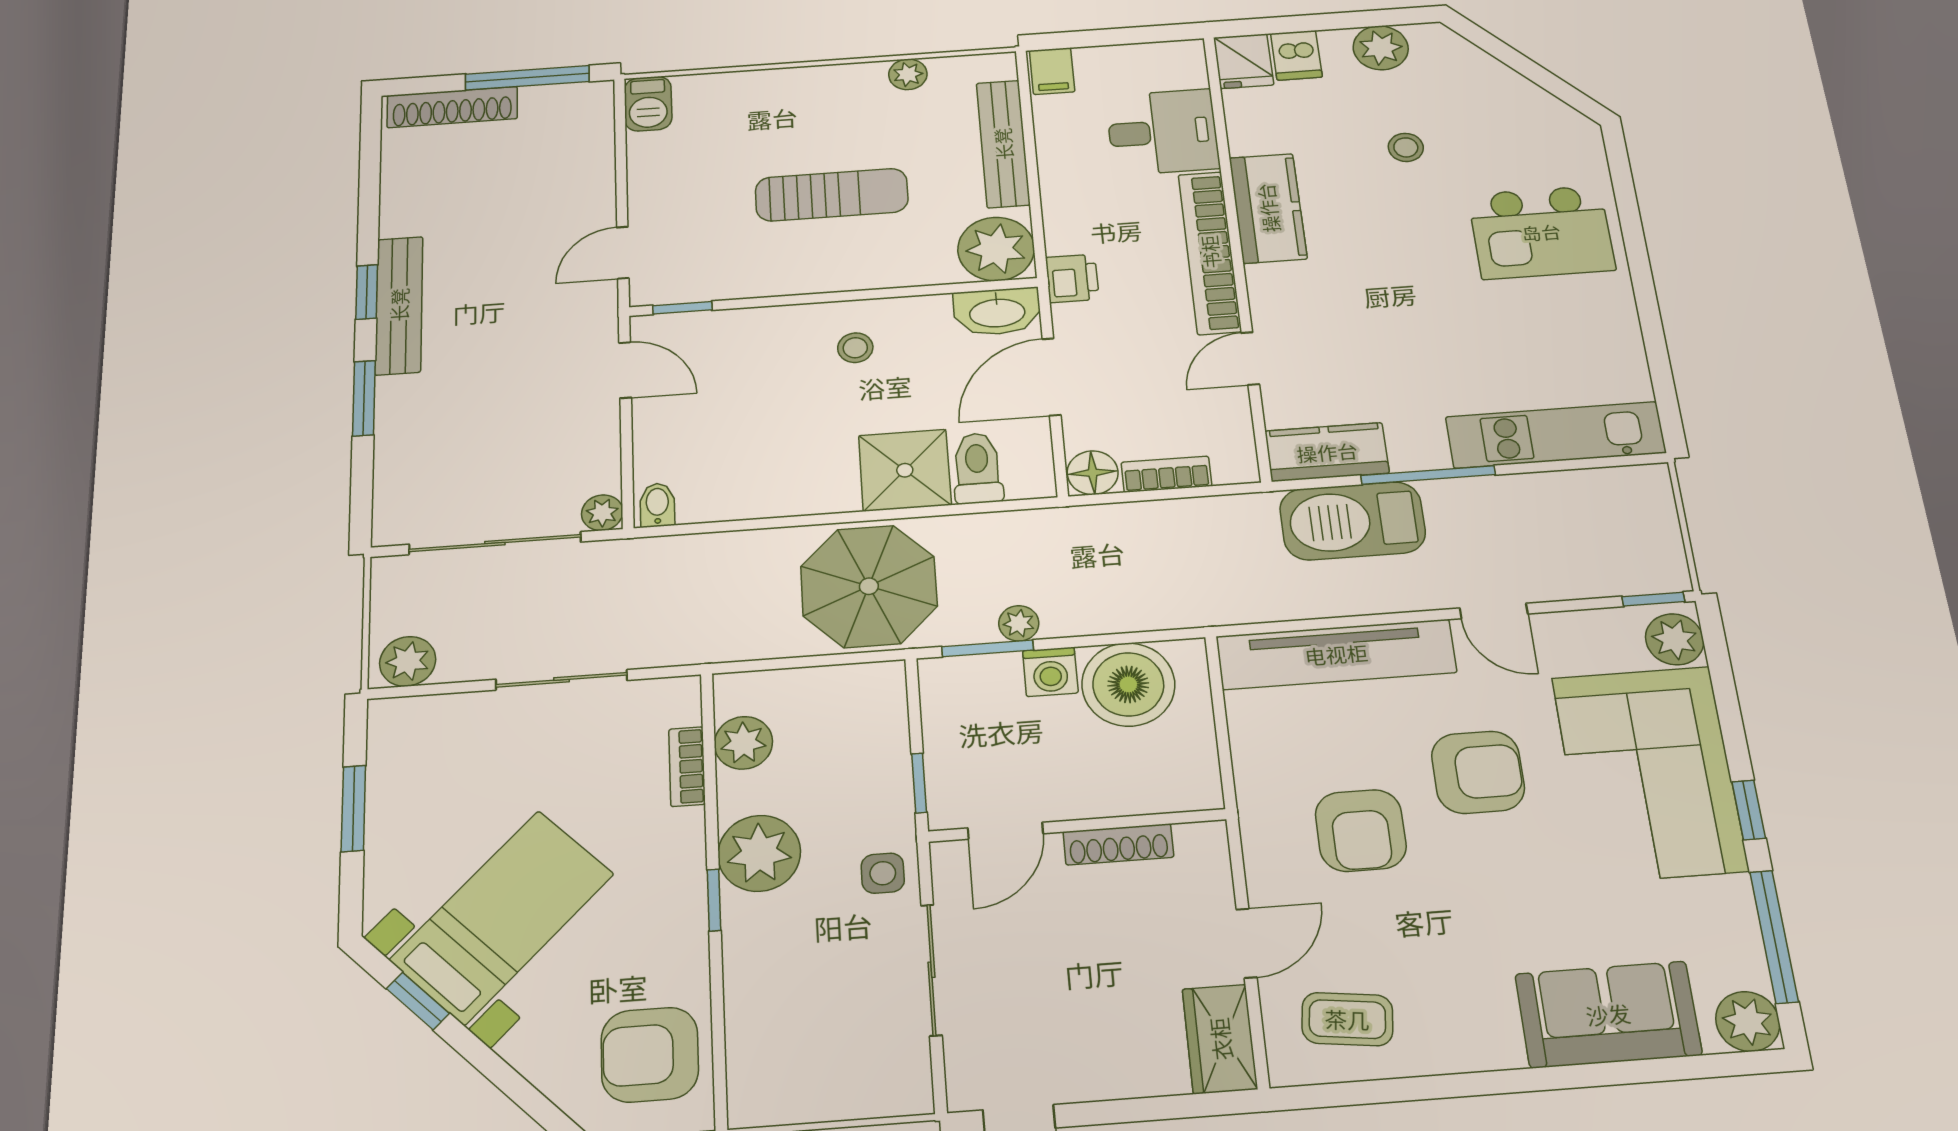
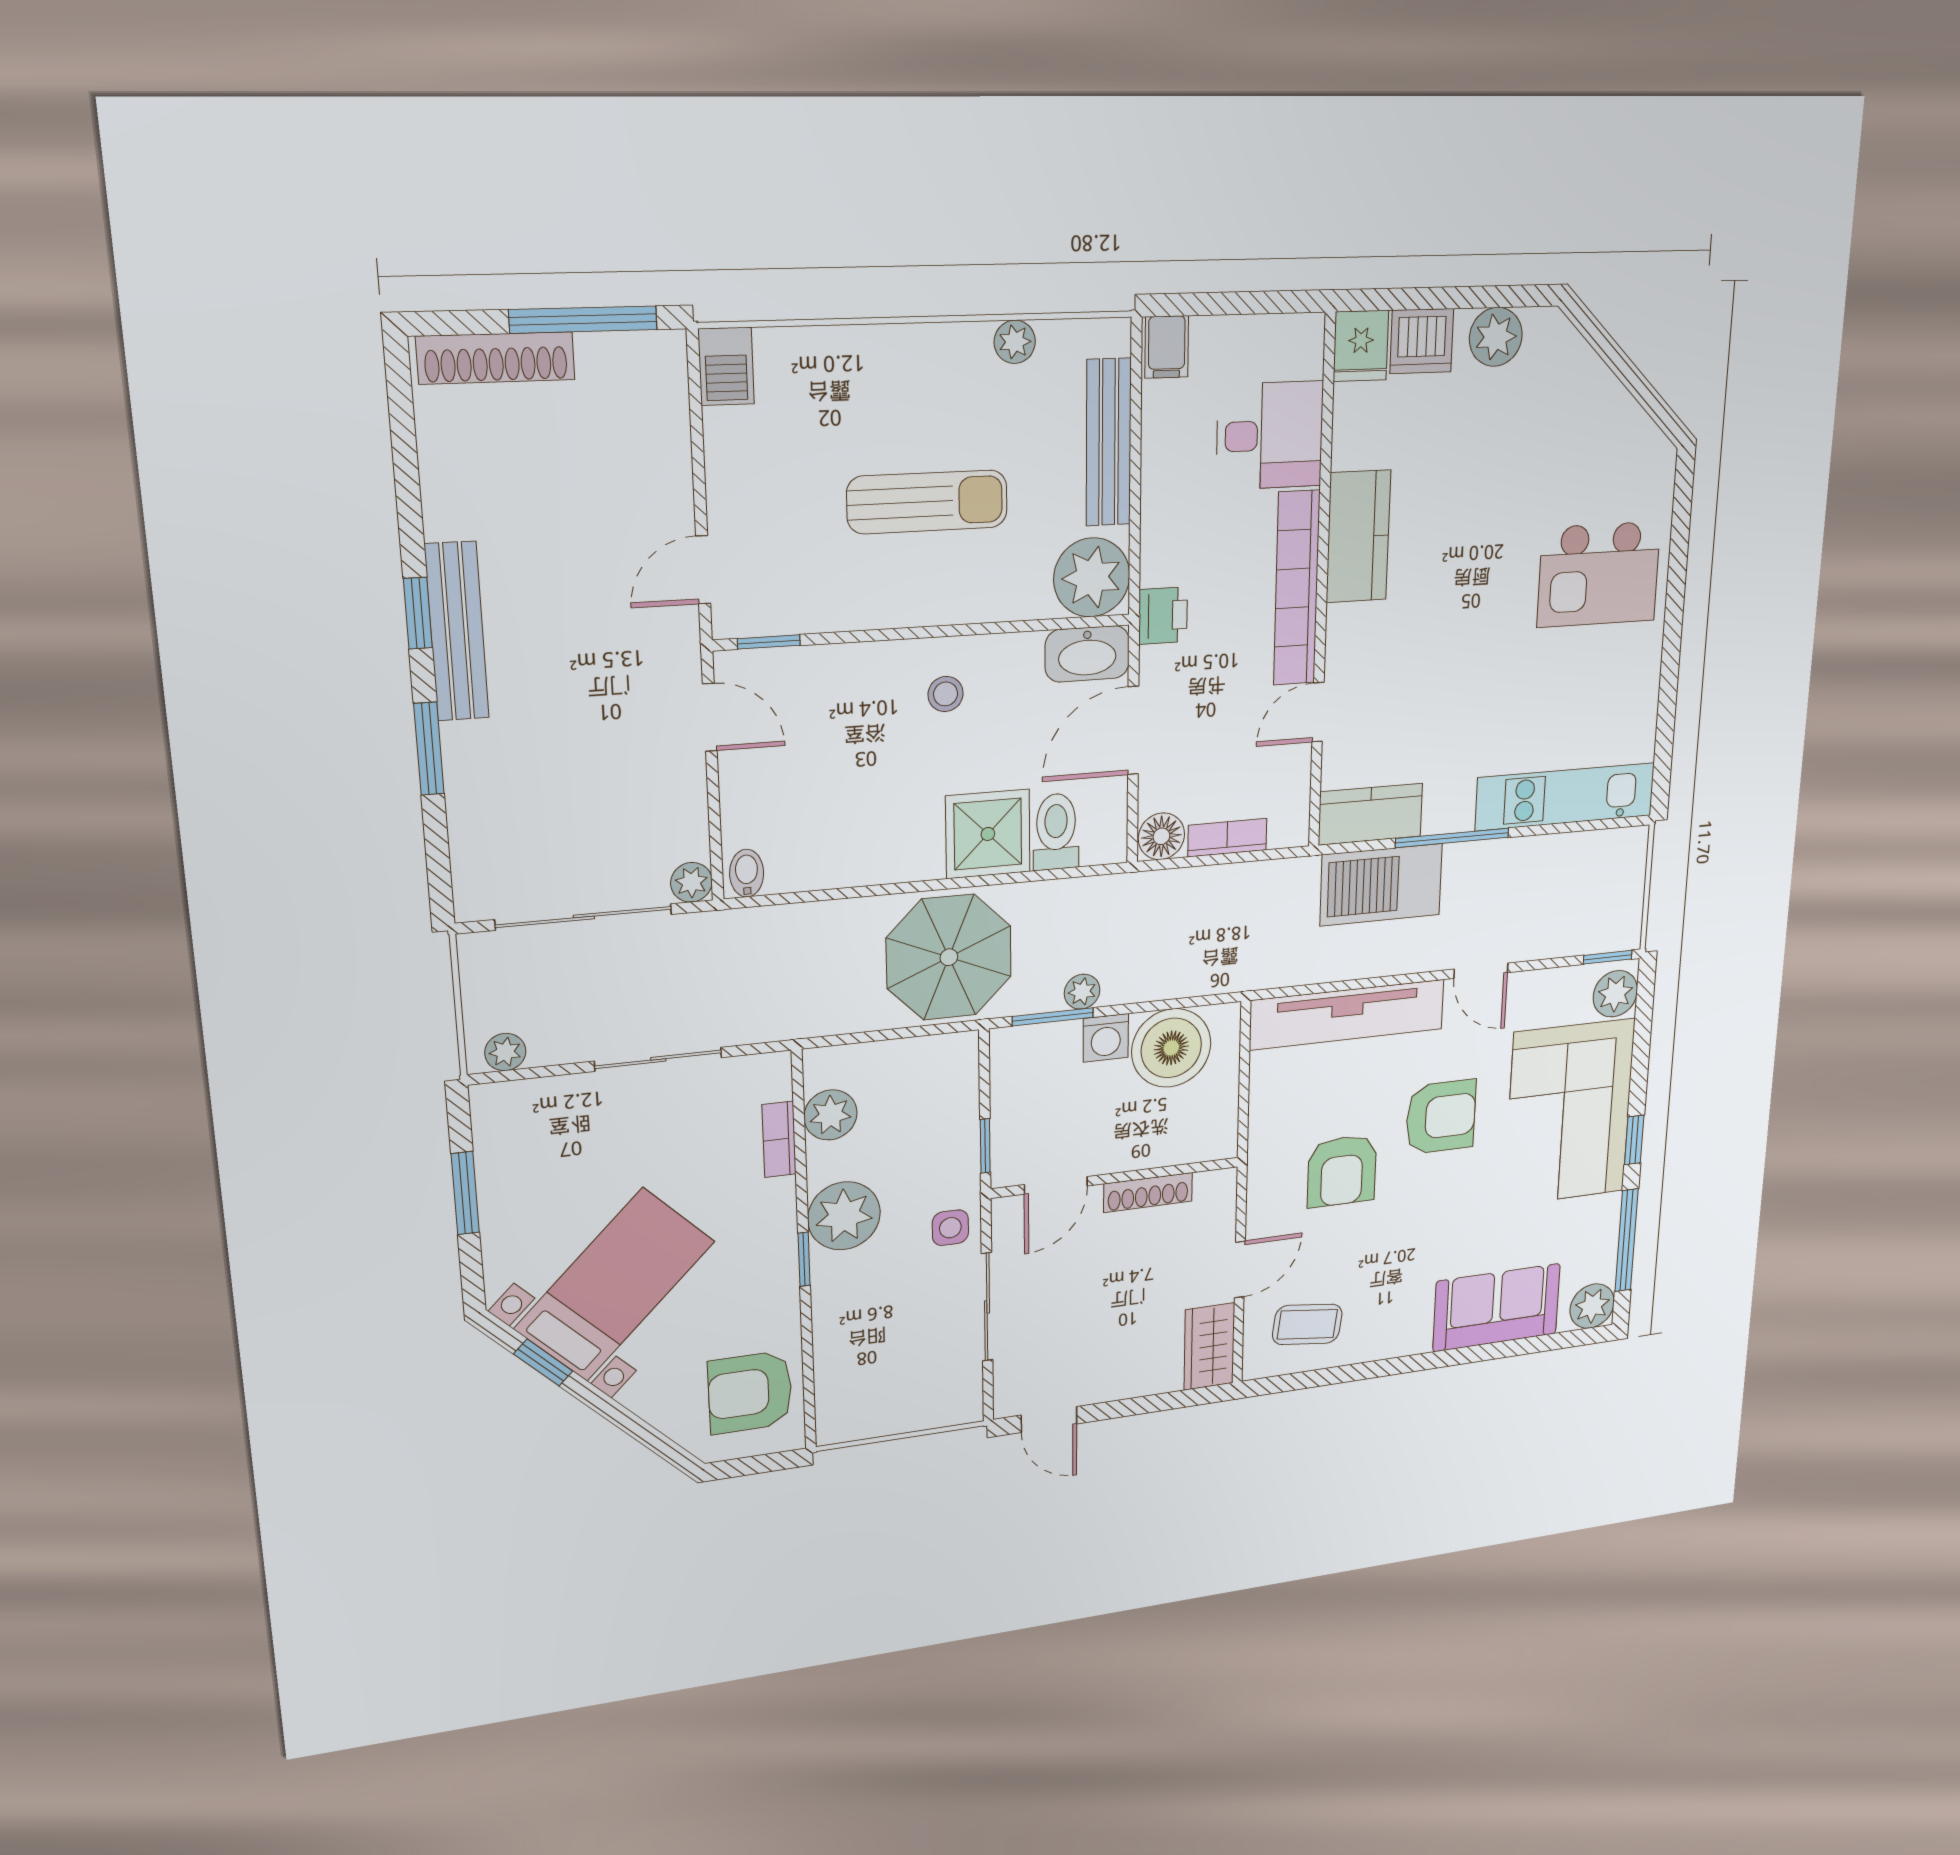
dishwasher: (1296, 55) -> (1422, 341), width x1.38
stool: (1406, 147) -> (1497, 467), removed
plant: (408, 661) -> (505, 1052), width x0.73, depth x0.73

